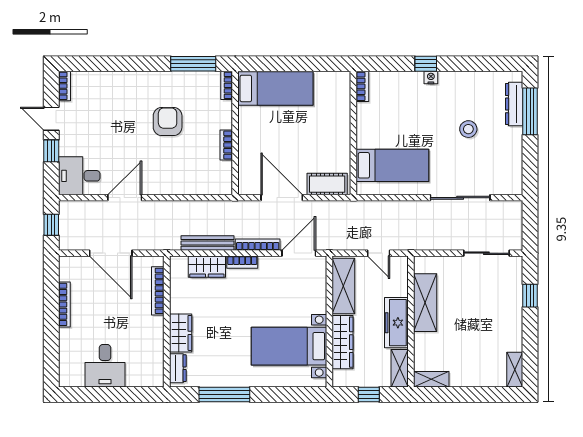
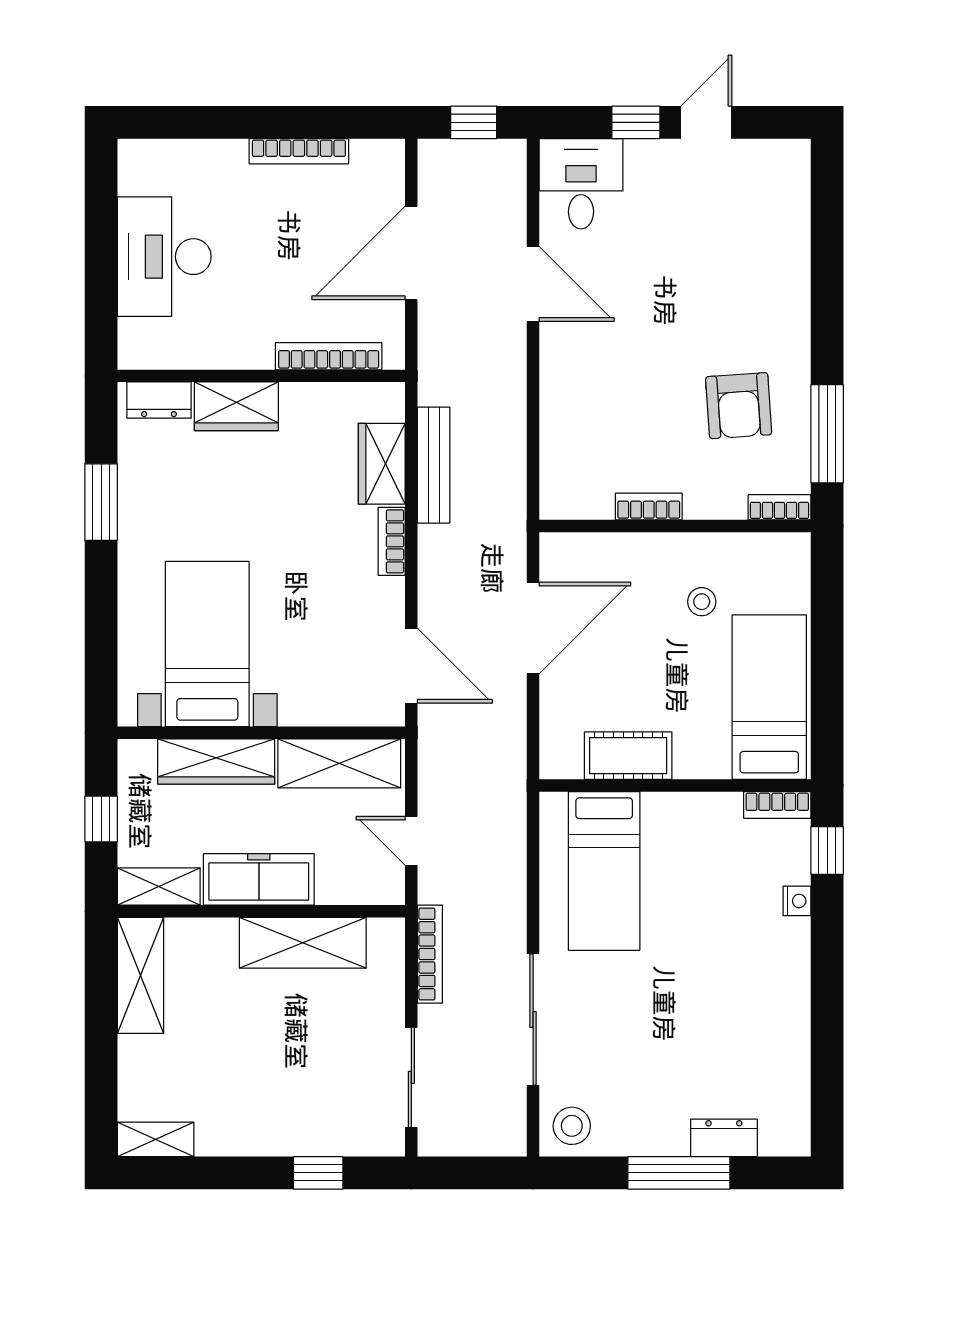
window: (426, 64) -> (827, 850), moved
nightstand: (431, 77) -> (797, 901), moved
bookcase: (65, 86) -> (778, 152), removed
bed: (275, 88) -> (769, 697), moved, turned 180
dresser: (514, 104) -> (724, 1138), width x0.70
window: (530, 111) -> (679, 1173), moved
armchair: (168, 121) -> (739, 406), moved, turned 86
stool: (270, 121) -> (702, 602), added
stool: (468, 129) -> (572, 1126), moved
cot: (327, 184) -> (628, 756), moved, turned 90
bookcase: (258, 245) -> (430, 954), moved
door: (379, 253) -> (411, 841), hinge flipped
desk: (105, 366) -> (164, 257), width x1.37
shelving: (431, 379) -> (140, 975), width x1.50, depth x1.33
window: (224, 395) -> (101, 502), width x0.69

